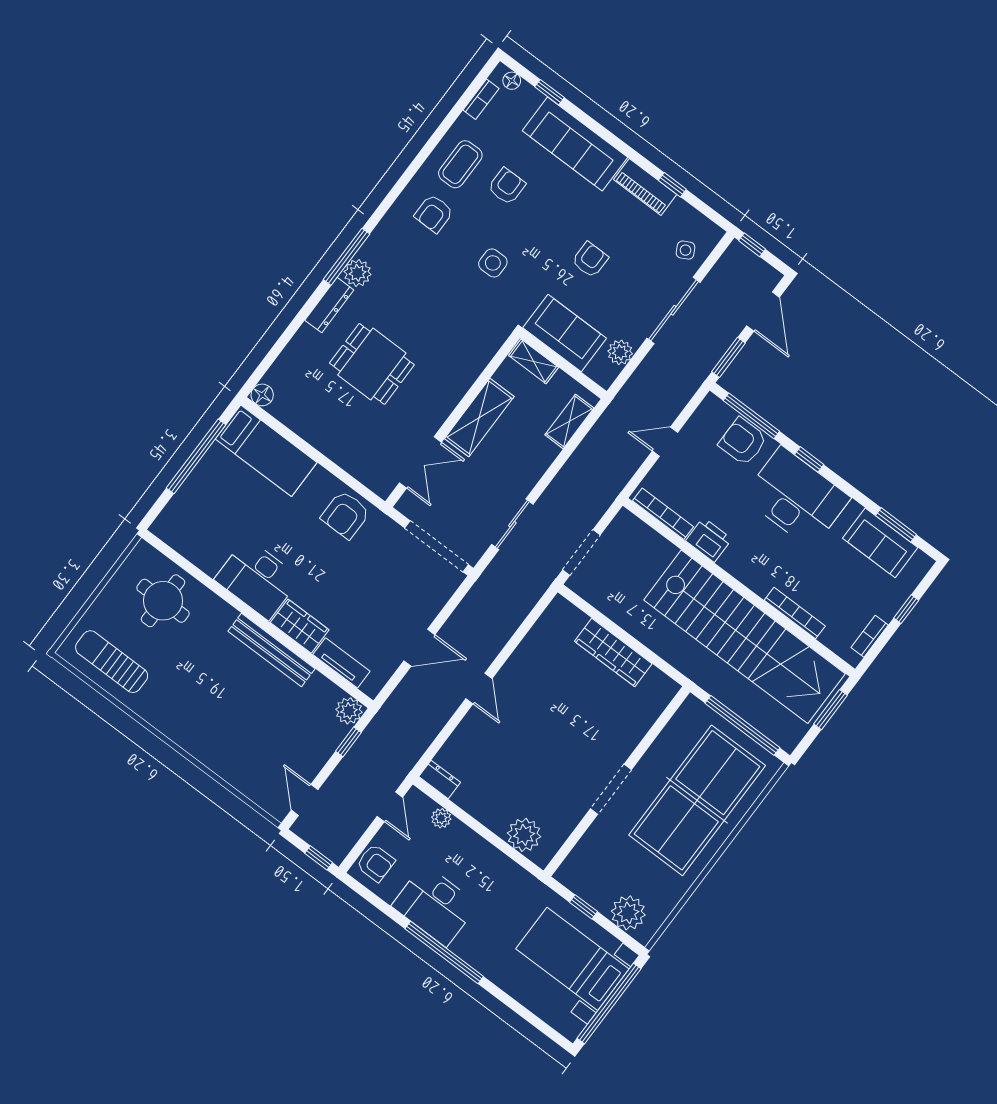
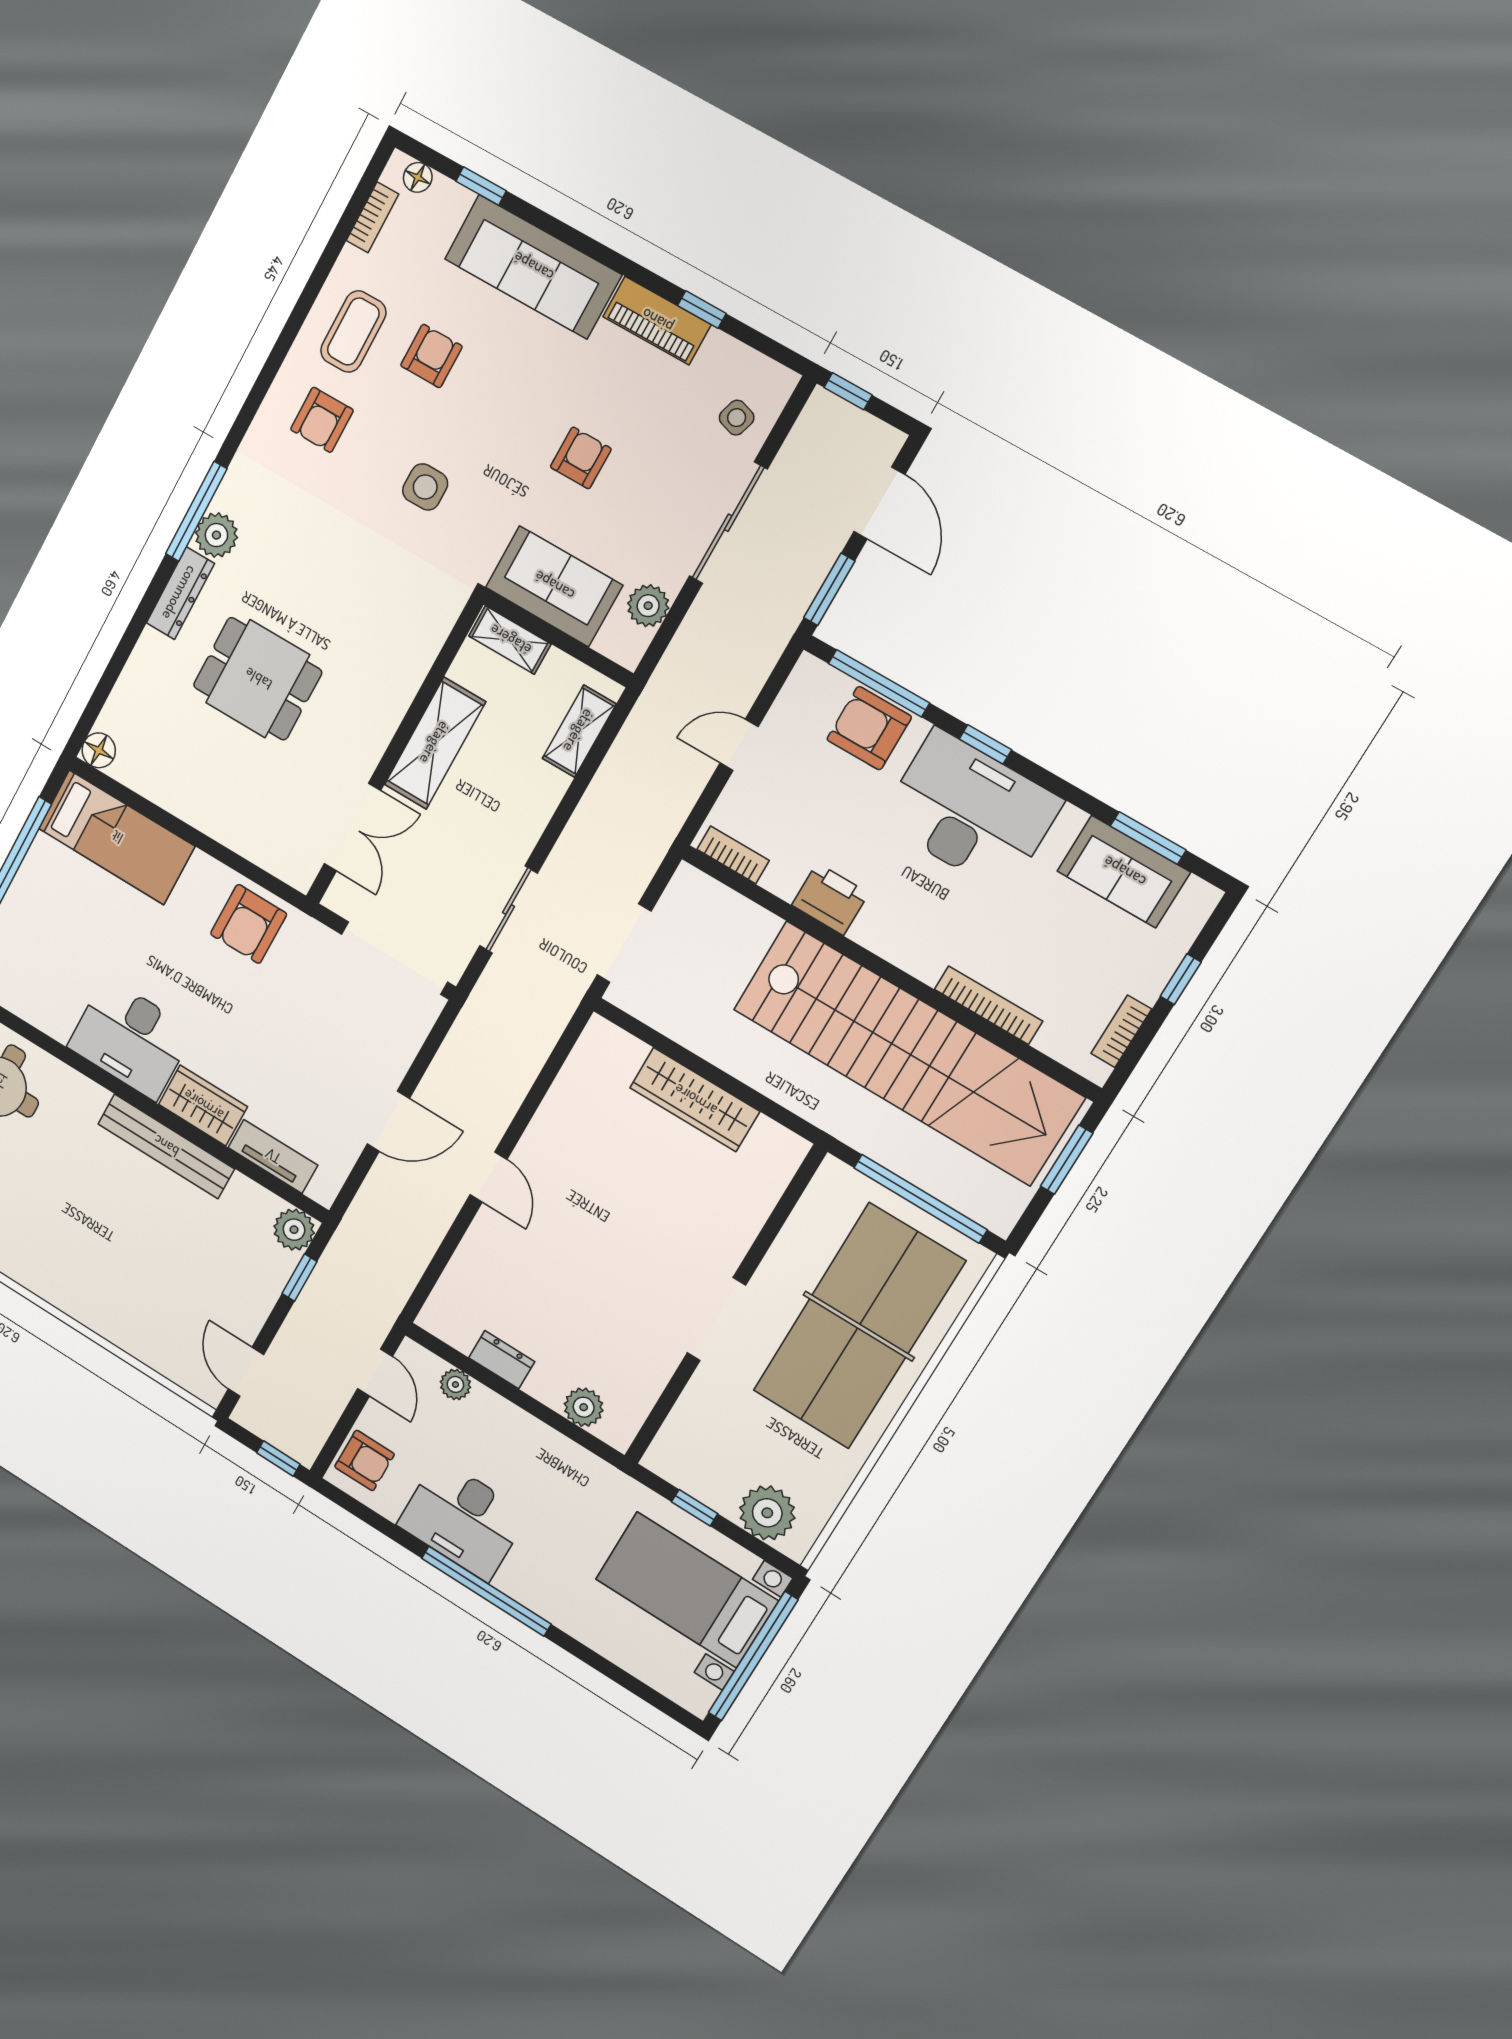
side table: (686, 250) -> (737, 418), turned 45
bookcase: (663, 514) -> (733, 855), width x0.64
dresser: (440, 779) -> (502, 1360), moved
plant: (524, 835) -> (584, 1407), width x0.73, depth x0.73

